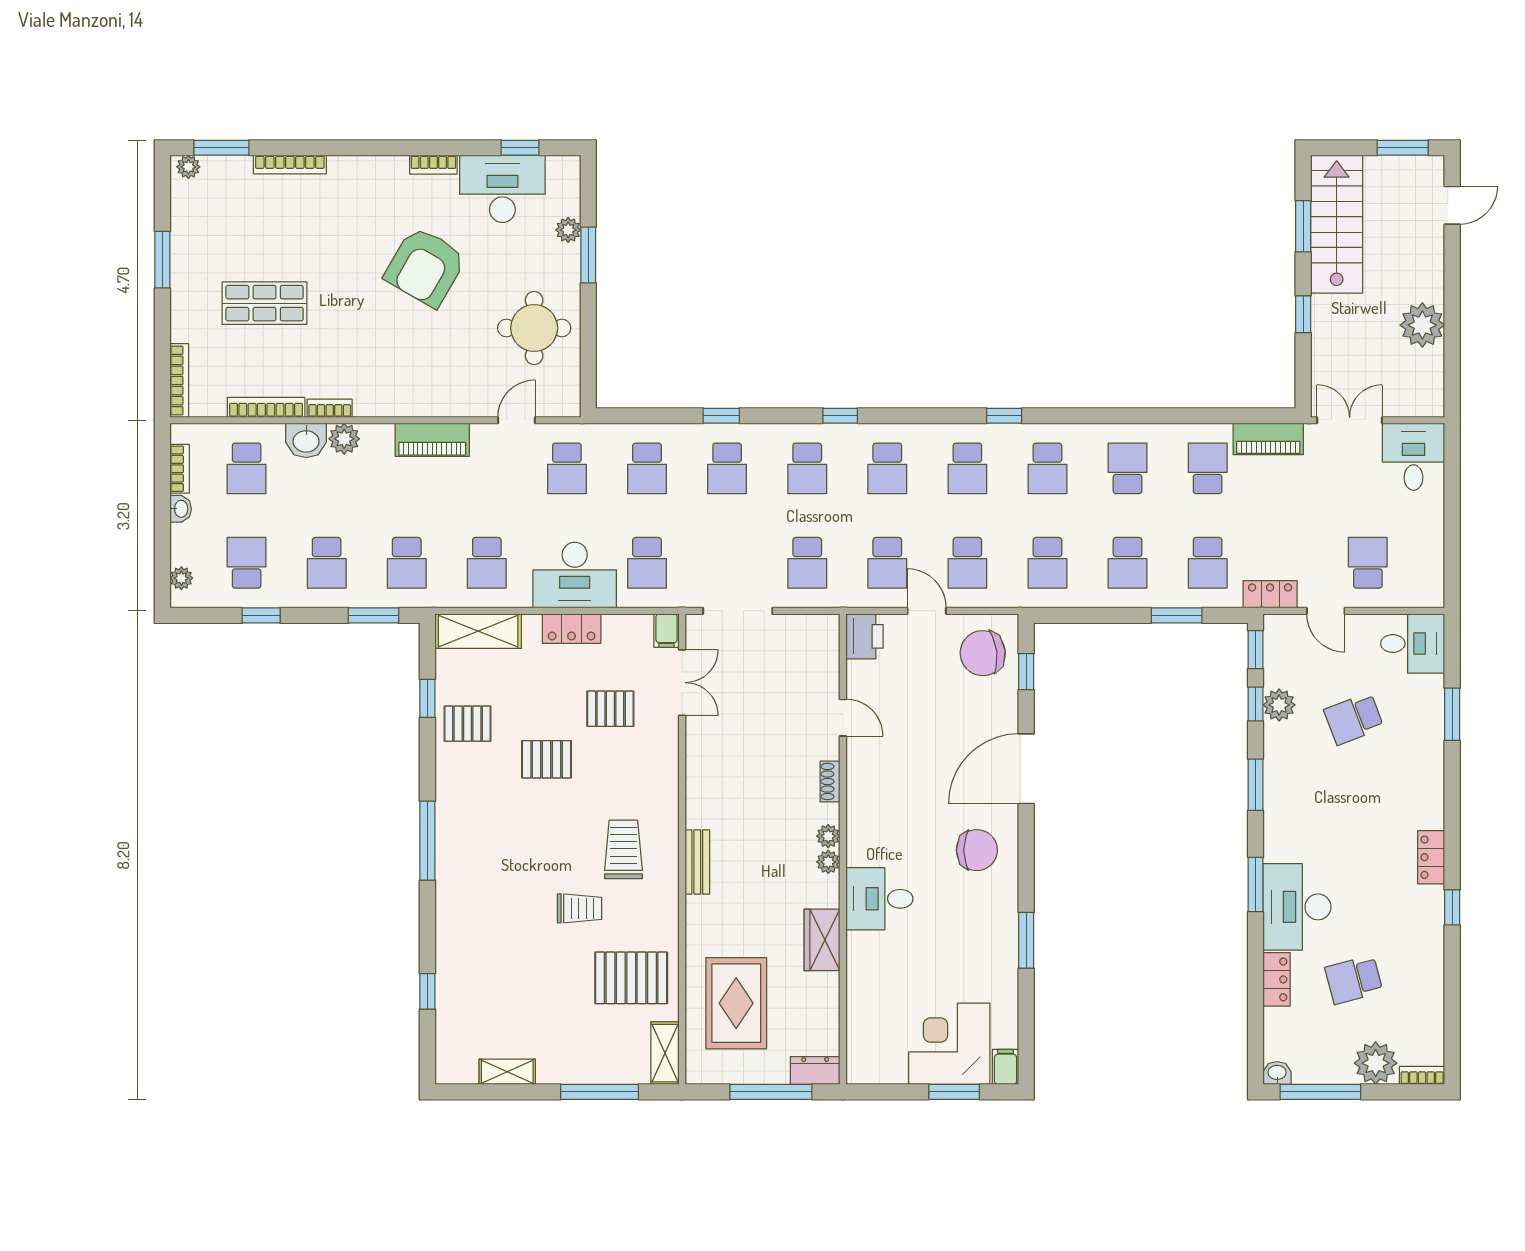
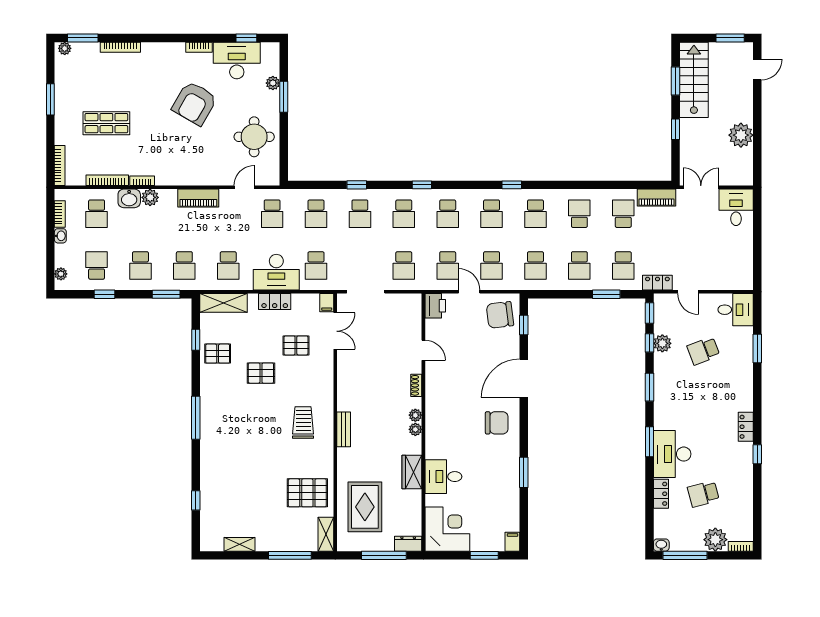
school desk: (1368, 563) -> (711, 265), removed
desk: (879, 899) -> (443, 477), moved
trolley: (580, 908) -> (279, 455), removed
corner desk: (949, 1044) -> (447, 529), moved, turned 90

